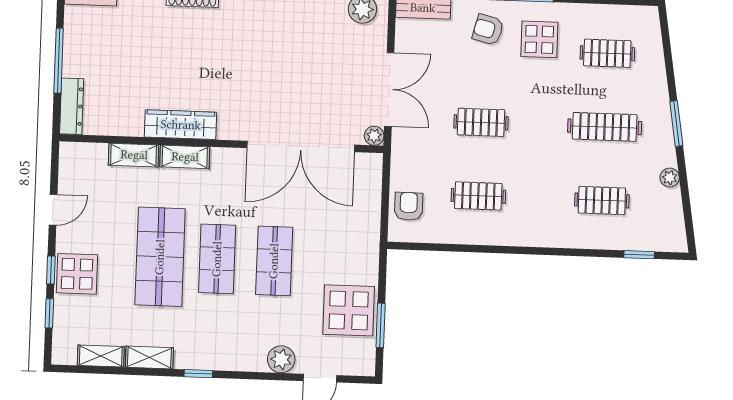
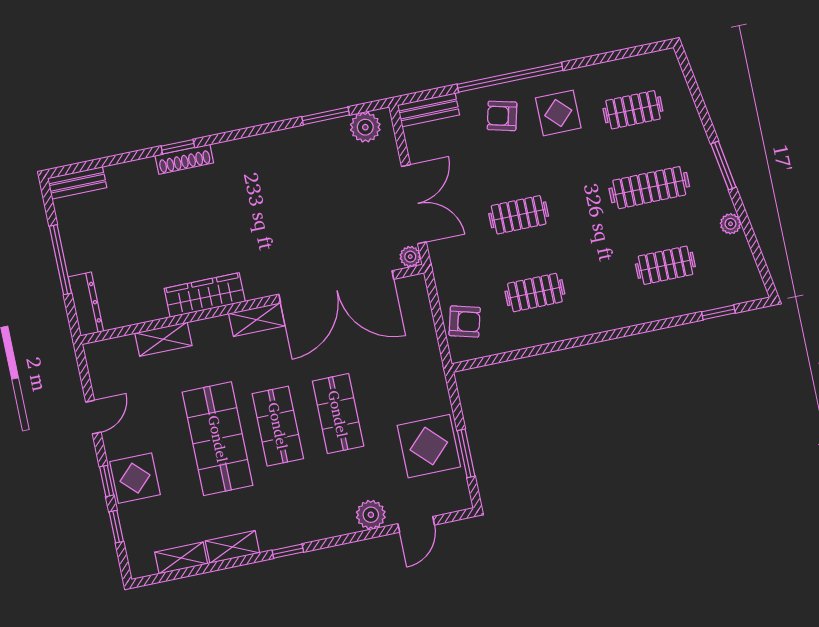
shelving: (185, 157) -> (257, 320), moved
armchair: (409, 206) -> (465, 322), turned 105

